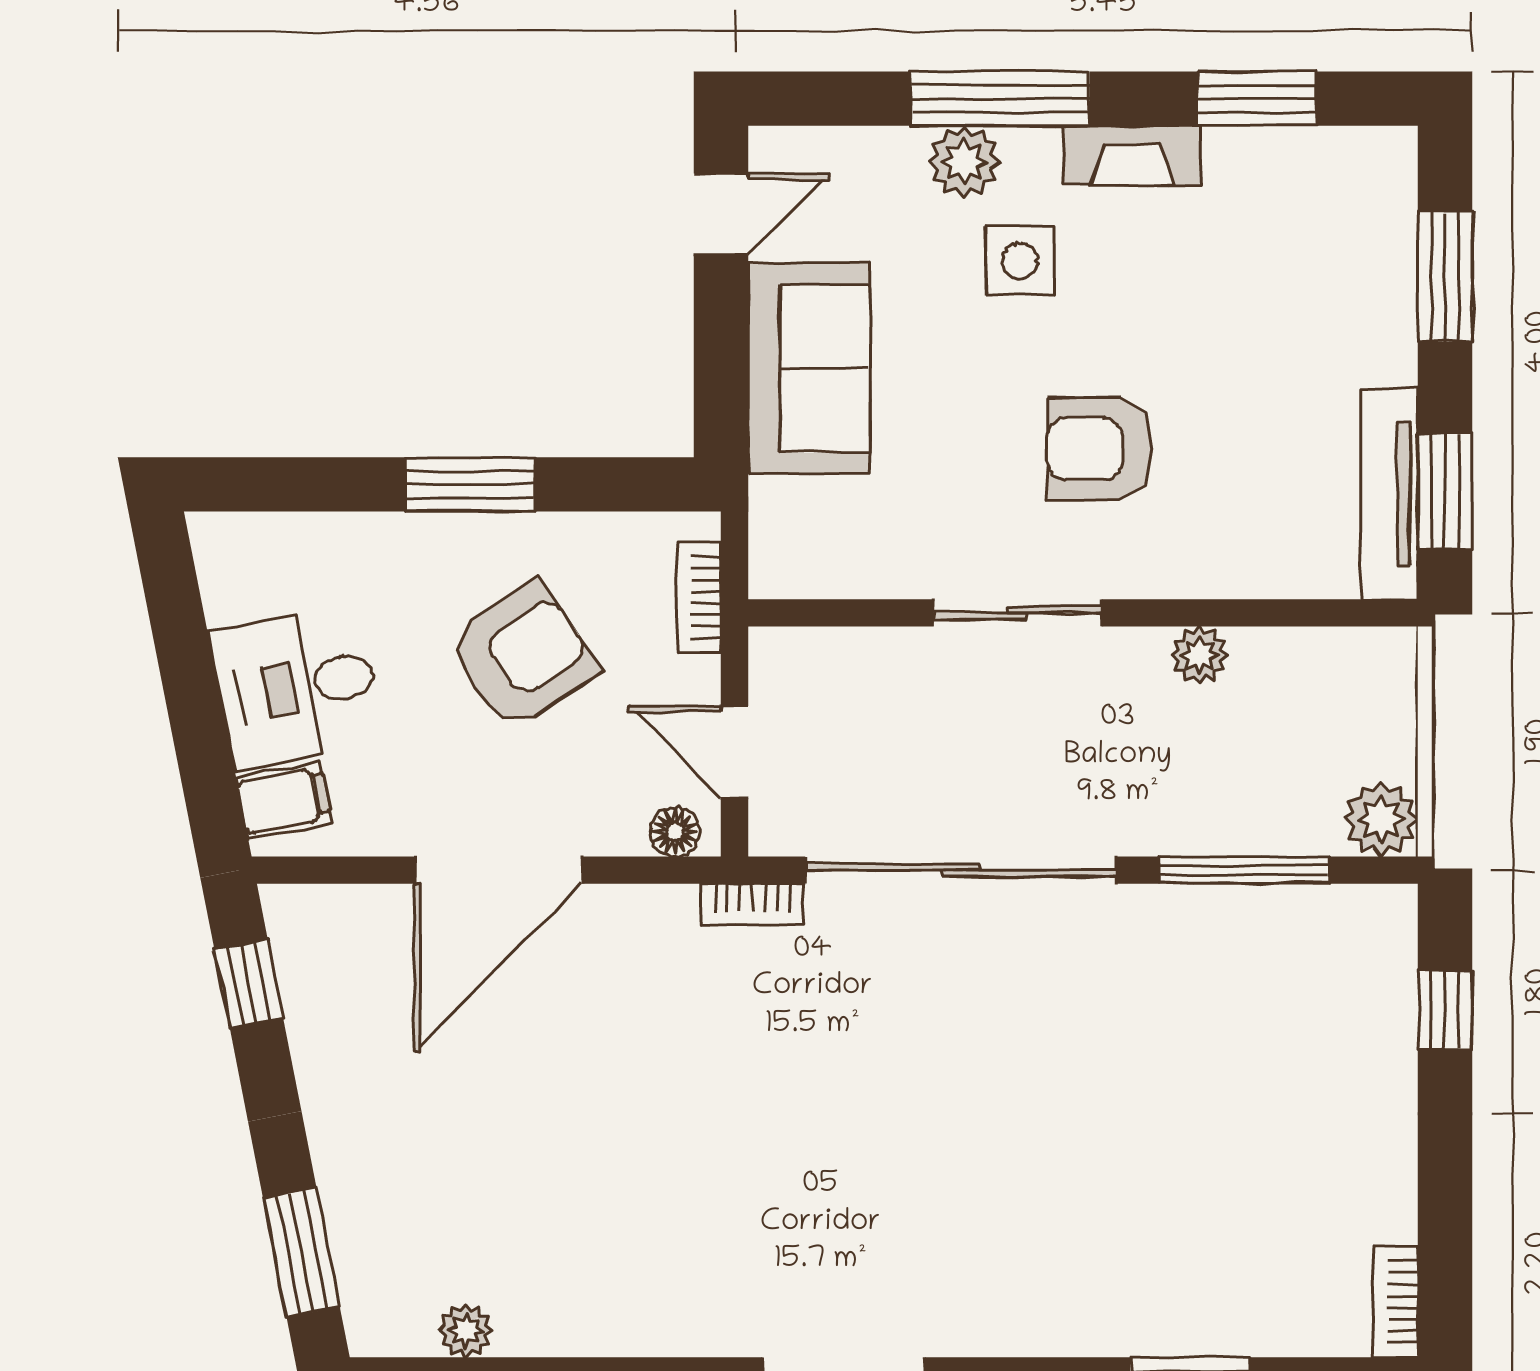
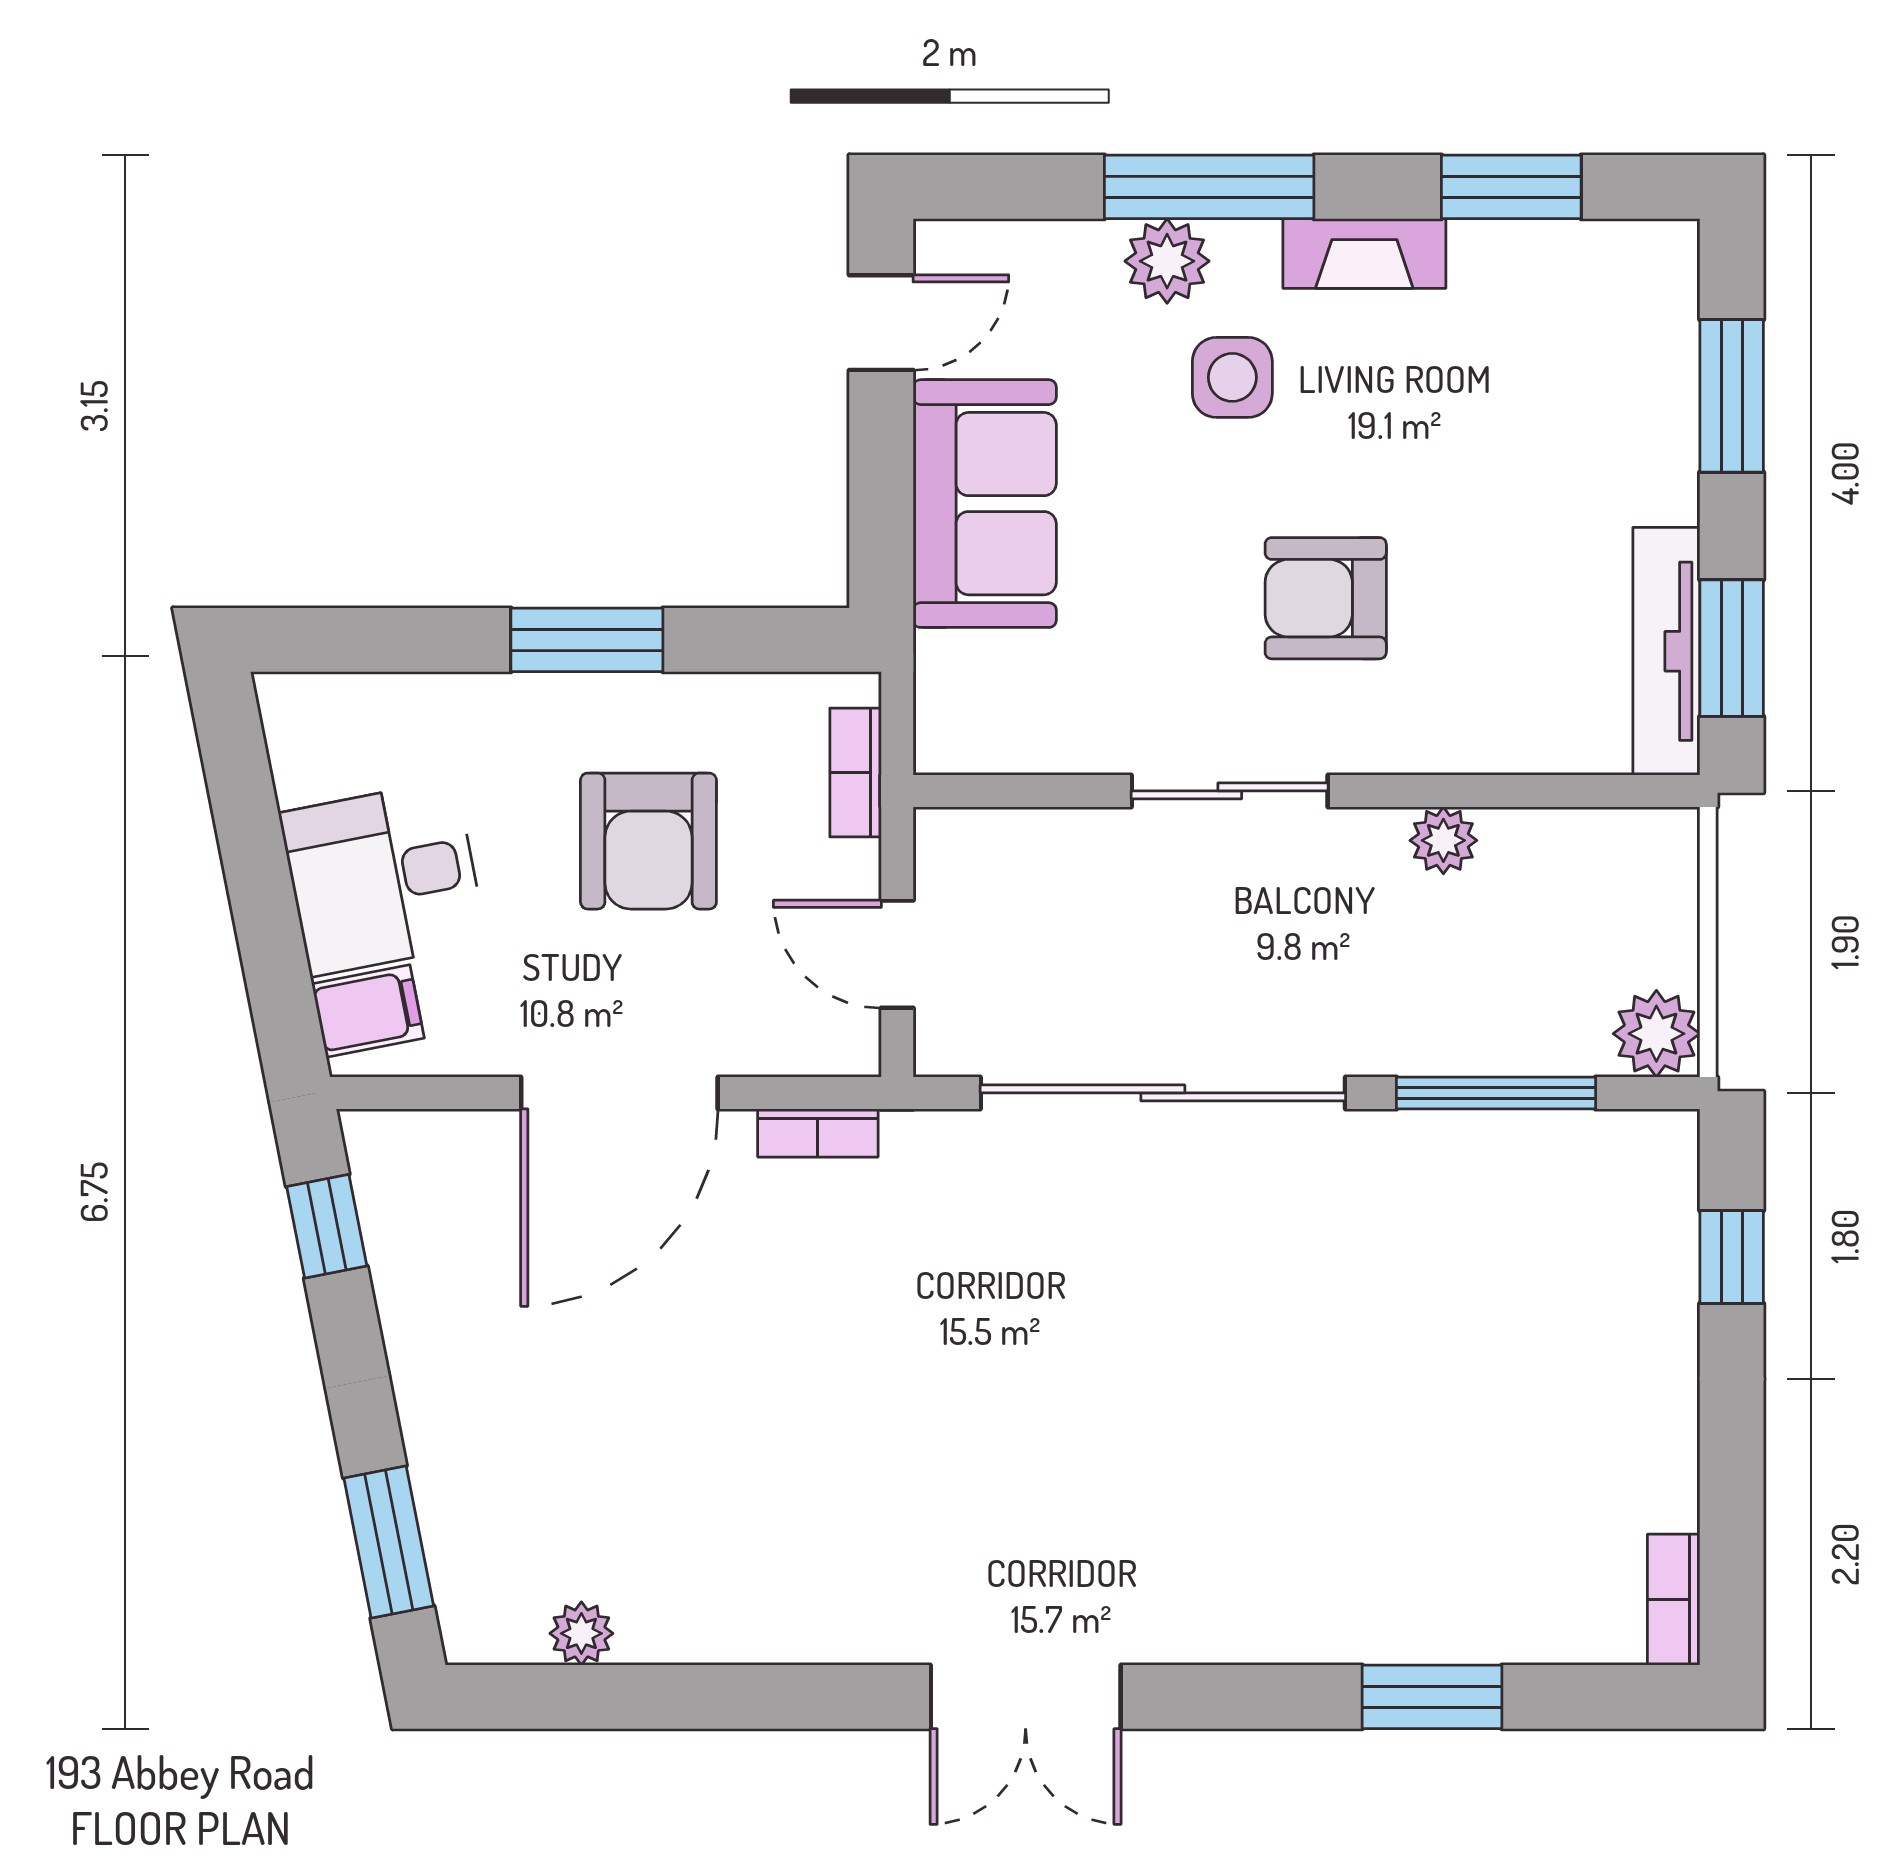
armchair: (523, 656) -> (648, 841), turned 124
floor lamp: (675, 832) -> (827, 1048), removed
bookcase: (753, 904) -> (818, 1133), moved

